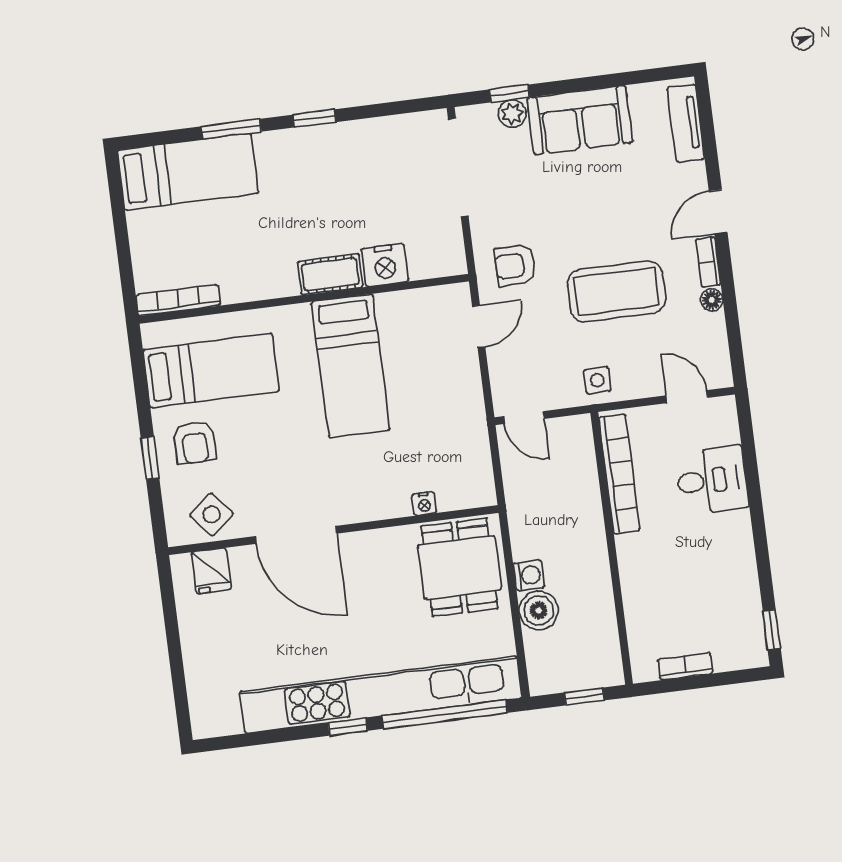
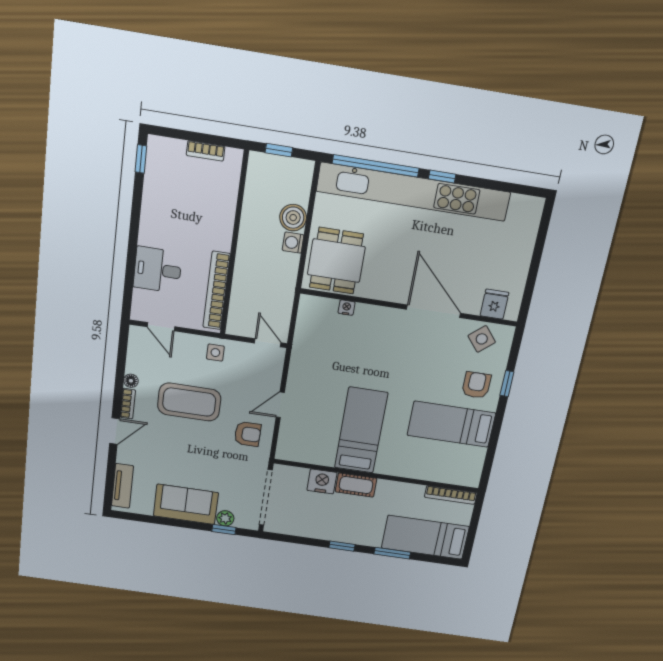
nightstand: (385, 265) -> (322, 481), moved
cot: (330, 274) -> (356, 485), moved
wall: (304, 299) -> (376, 476), moved
bookcase: (178, 300) -> (451, 495), moved
bed: (350, 366) -> (361, 430), moved

